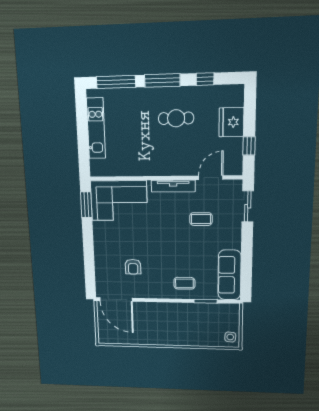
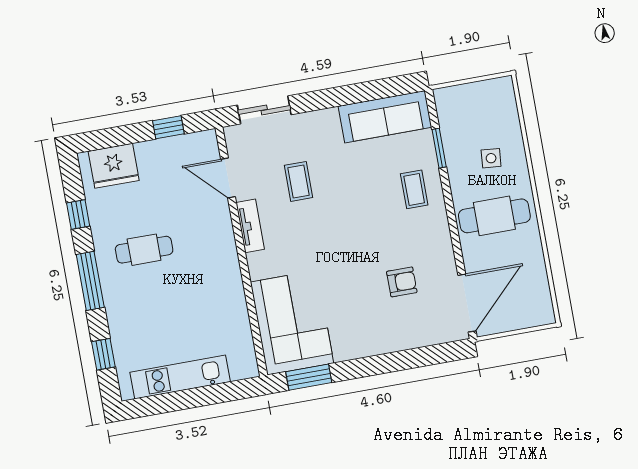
window: (116, 82) -> (103, 354), width x0.46
cafe table: (176, 118) -> (144, 250), turned 90
fridge: (231, 122) -> (114, 166), moved
tv unit: (173, 186) -> (250, 226), width x0.71
cafe table: (162, 323) -> (494, 216), added
side table: (230, 337) -> (491, 158), moved

